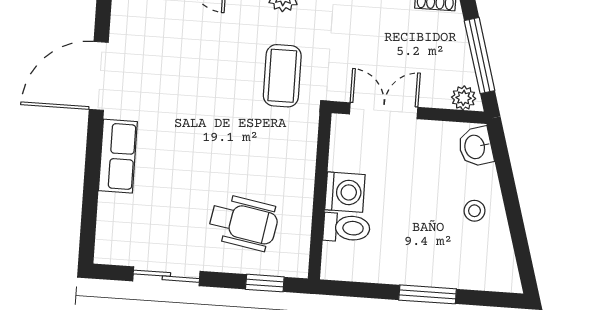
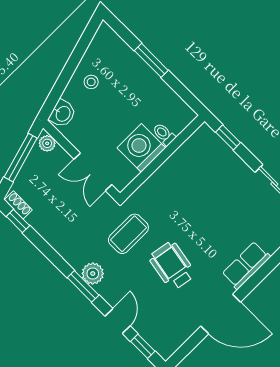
washing machine: (345, 192) -> (141, 148), width x1.37, depth x1.37
wheelchair: (244, 223) -> (172, 266), moved
toilet: (347, 228) -> (164, 134), width x0.73, depth x0.72

